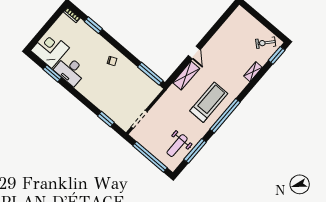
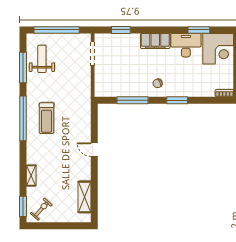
window: (93, 25) -> (177, 100), moved
window: (150, 74) -> (132, 100), moved
shelving: (186, 76) -> (85, 197), moved
filing cabinet: (89, 91) -> (155, 41), added
treadmill: (209, 102) -> (46, 118), width x0.73, depth x0.73

